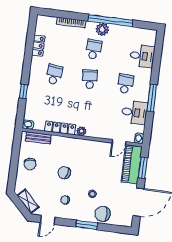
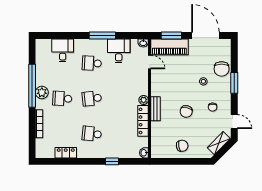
bench: (38, 138) -> (155, 109), moved

